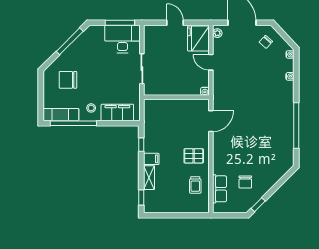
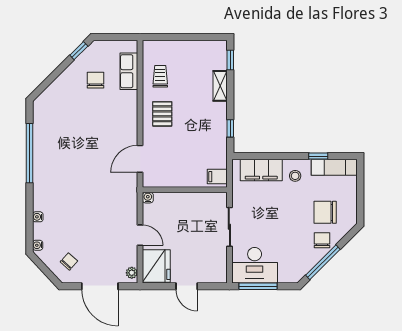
chair: (70, 58) -> (322, 240), added
chair: (68, 80) -> (325, 212), turned 180
window: (73, 123) -> (318, 156), width x0.32
pallet: (194, 156) -> (162, 114), turned 90
filing cabinet: (151, 159) -> (217, 177), moved

